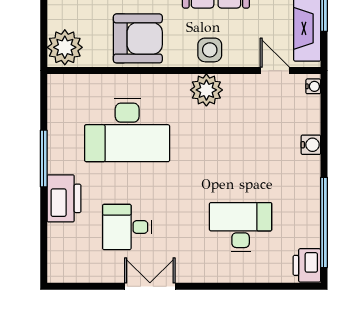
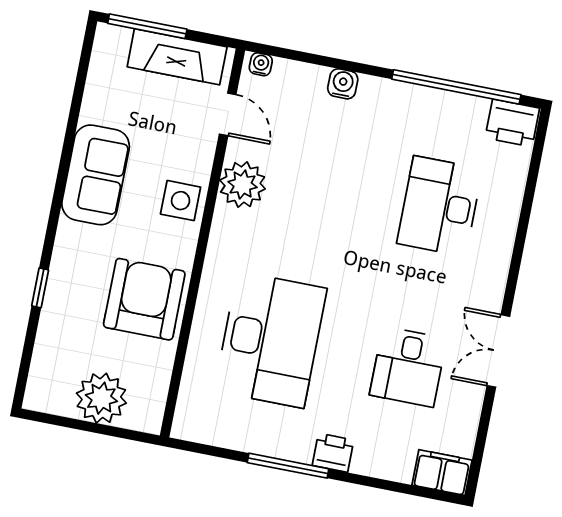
plant: (65, 47) -> (101, 398), moved
door: (275, 71) -> (228, 114), swing flipped
plant: (206, 90) -> (243, 185), moved
printer: (64, 198) -> (333, 453), width x0.53, depth x0.68
filing cabinet: (60, 264) -> (442, 473), added

